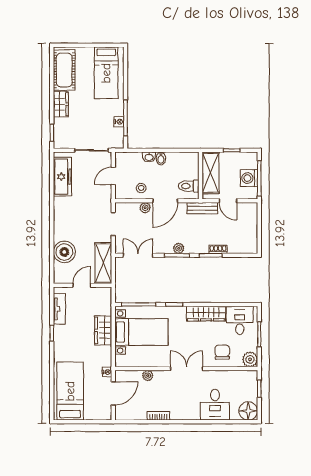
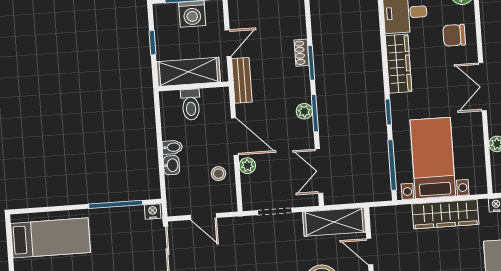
nightstand: (119, 122) -> (153, 212), moved
toilet: (189, 186) -> (191, 105), moved
wardrobe: (103, 330) -> (445, 214), width x1.50

